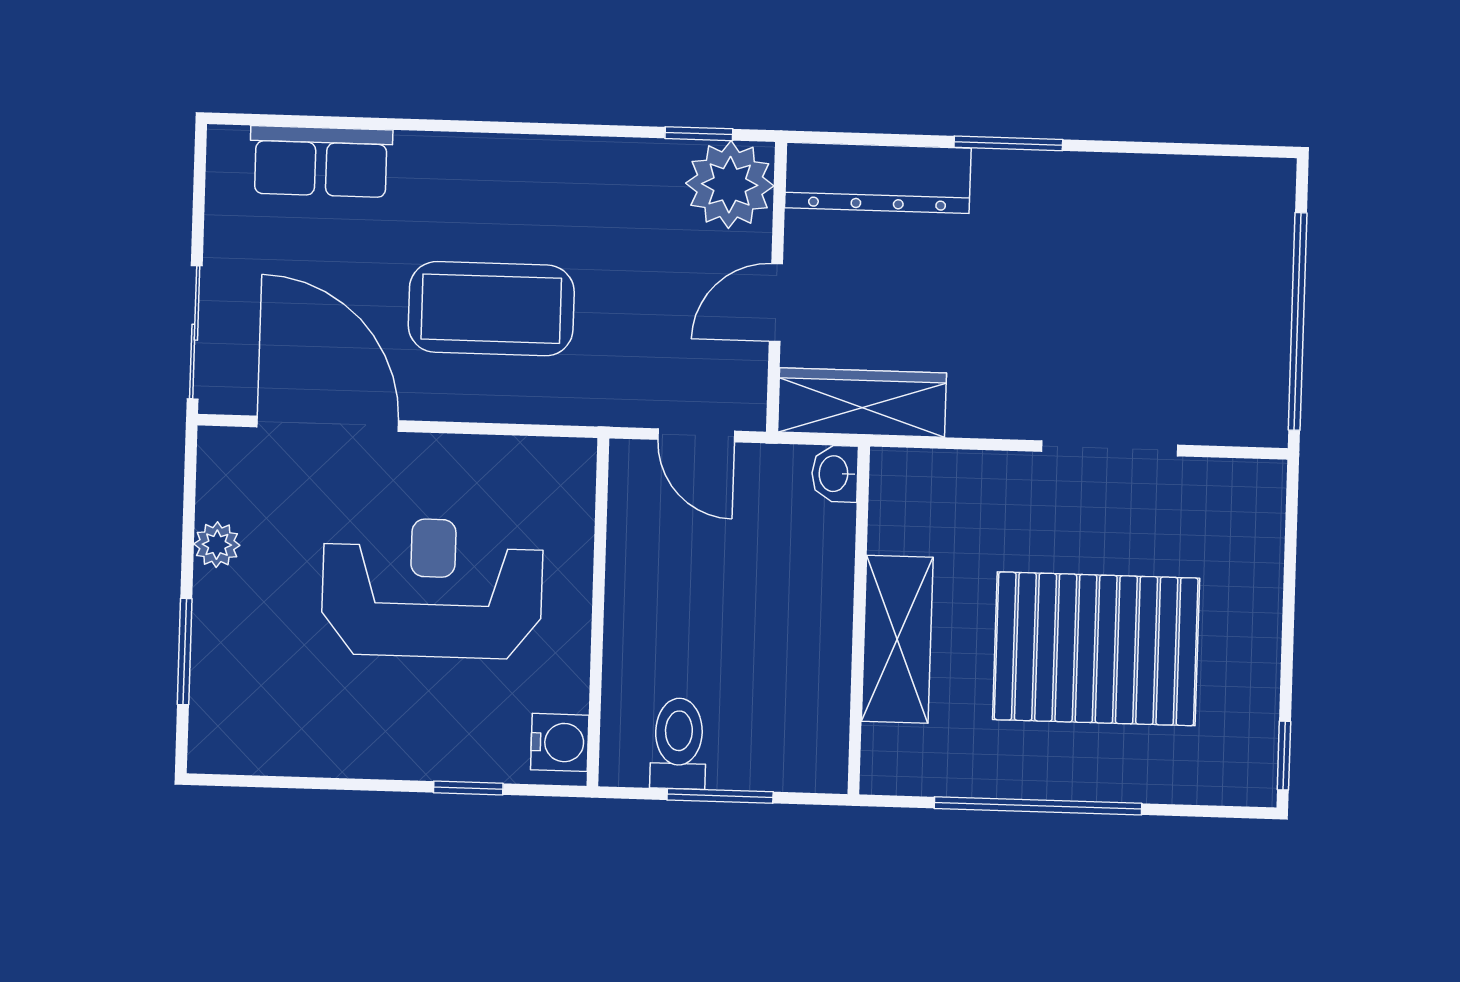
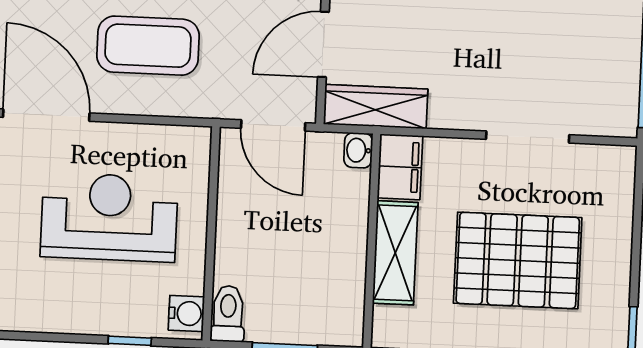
door: (776, 303) -> (323, 44), width x1.38
door: (696, 435) -> (273, 125), width x1.38
filing cabinet: (903, 500) -> (400, 167), added
toilet: (679, 743) -> (228, 314), moved

